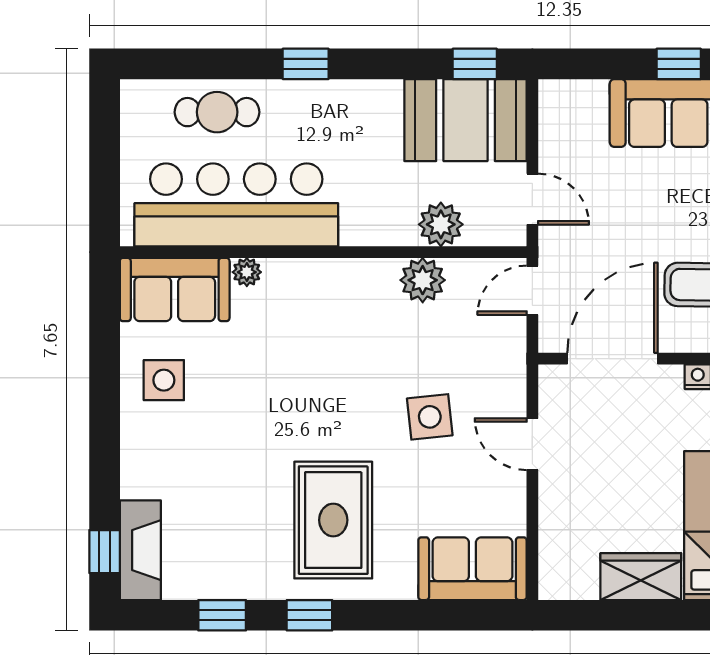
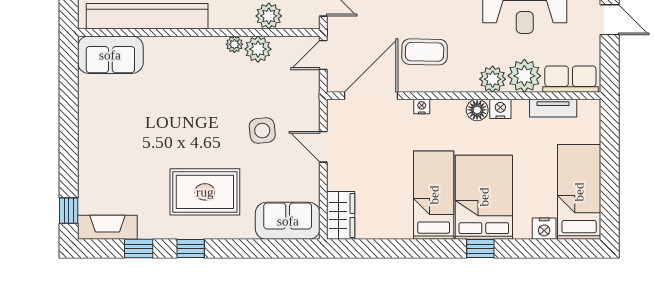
plant: (247, 272) -> (234, 44), moved
side table: (164, 380) -> (104, 109), removed
rug: (333, 520) -> (205, 192), turned 90
fireplace: (140, 550) -> (107, 227), moved, turned -90
wardrobe: (641, 577) -> (341, 215), moved, turned 90

